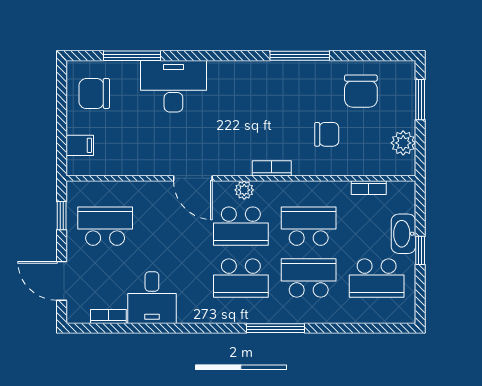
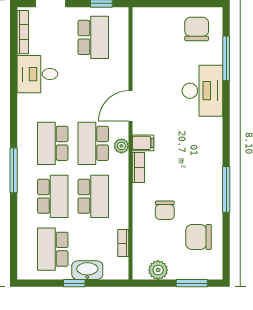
filing cabinet: (80, 145) -> (143, 143), moved, turned -90
bookcase: (108, 316) -> (23, 32), width x1.56

